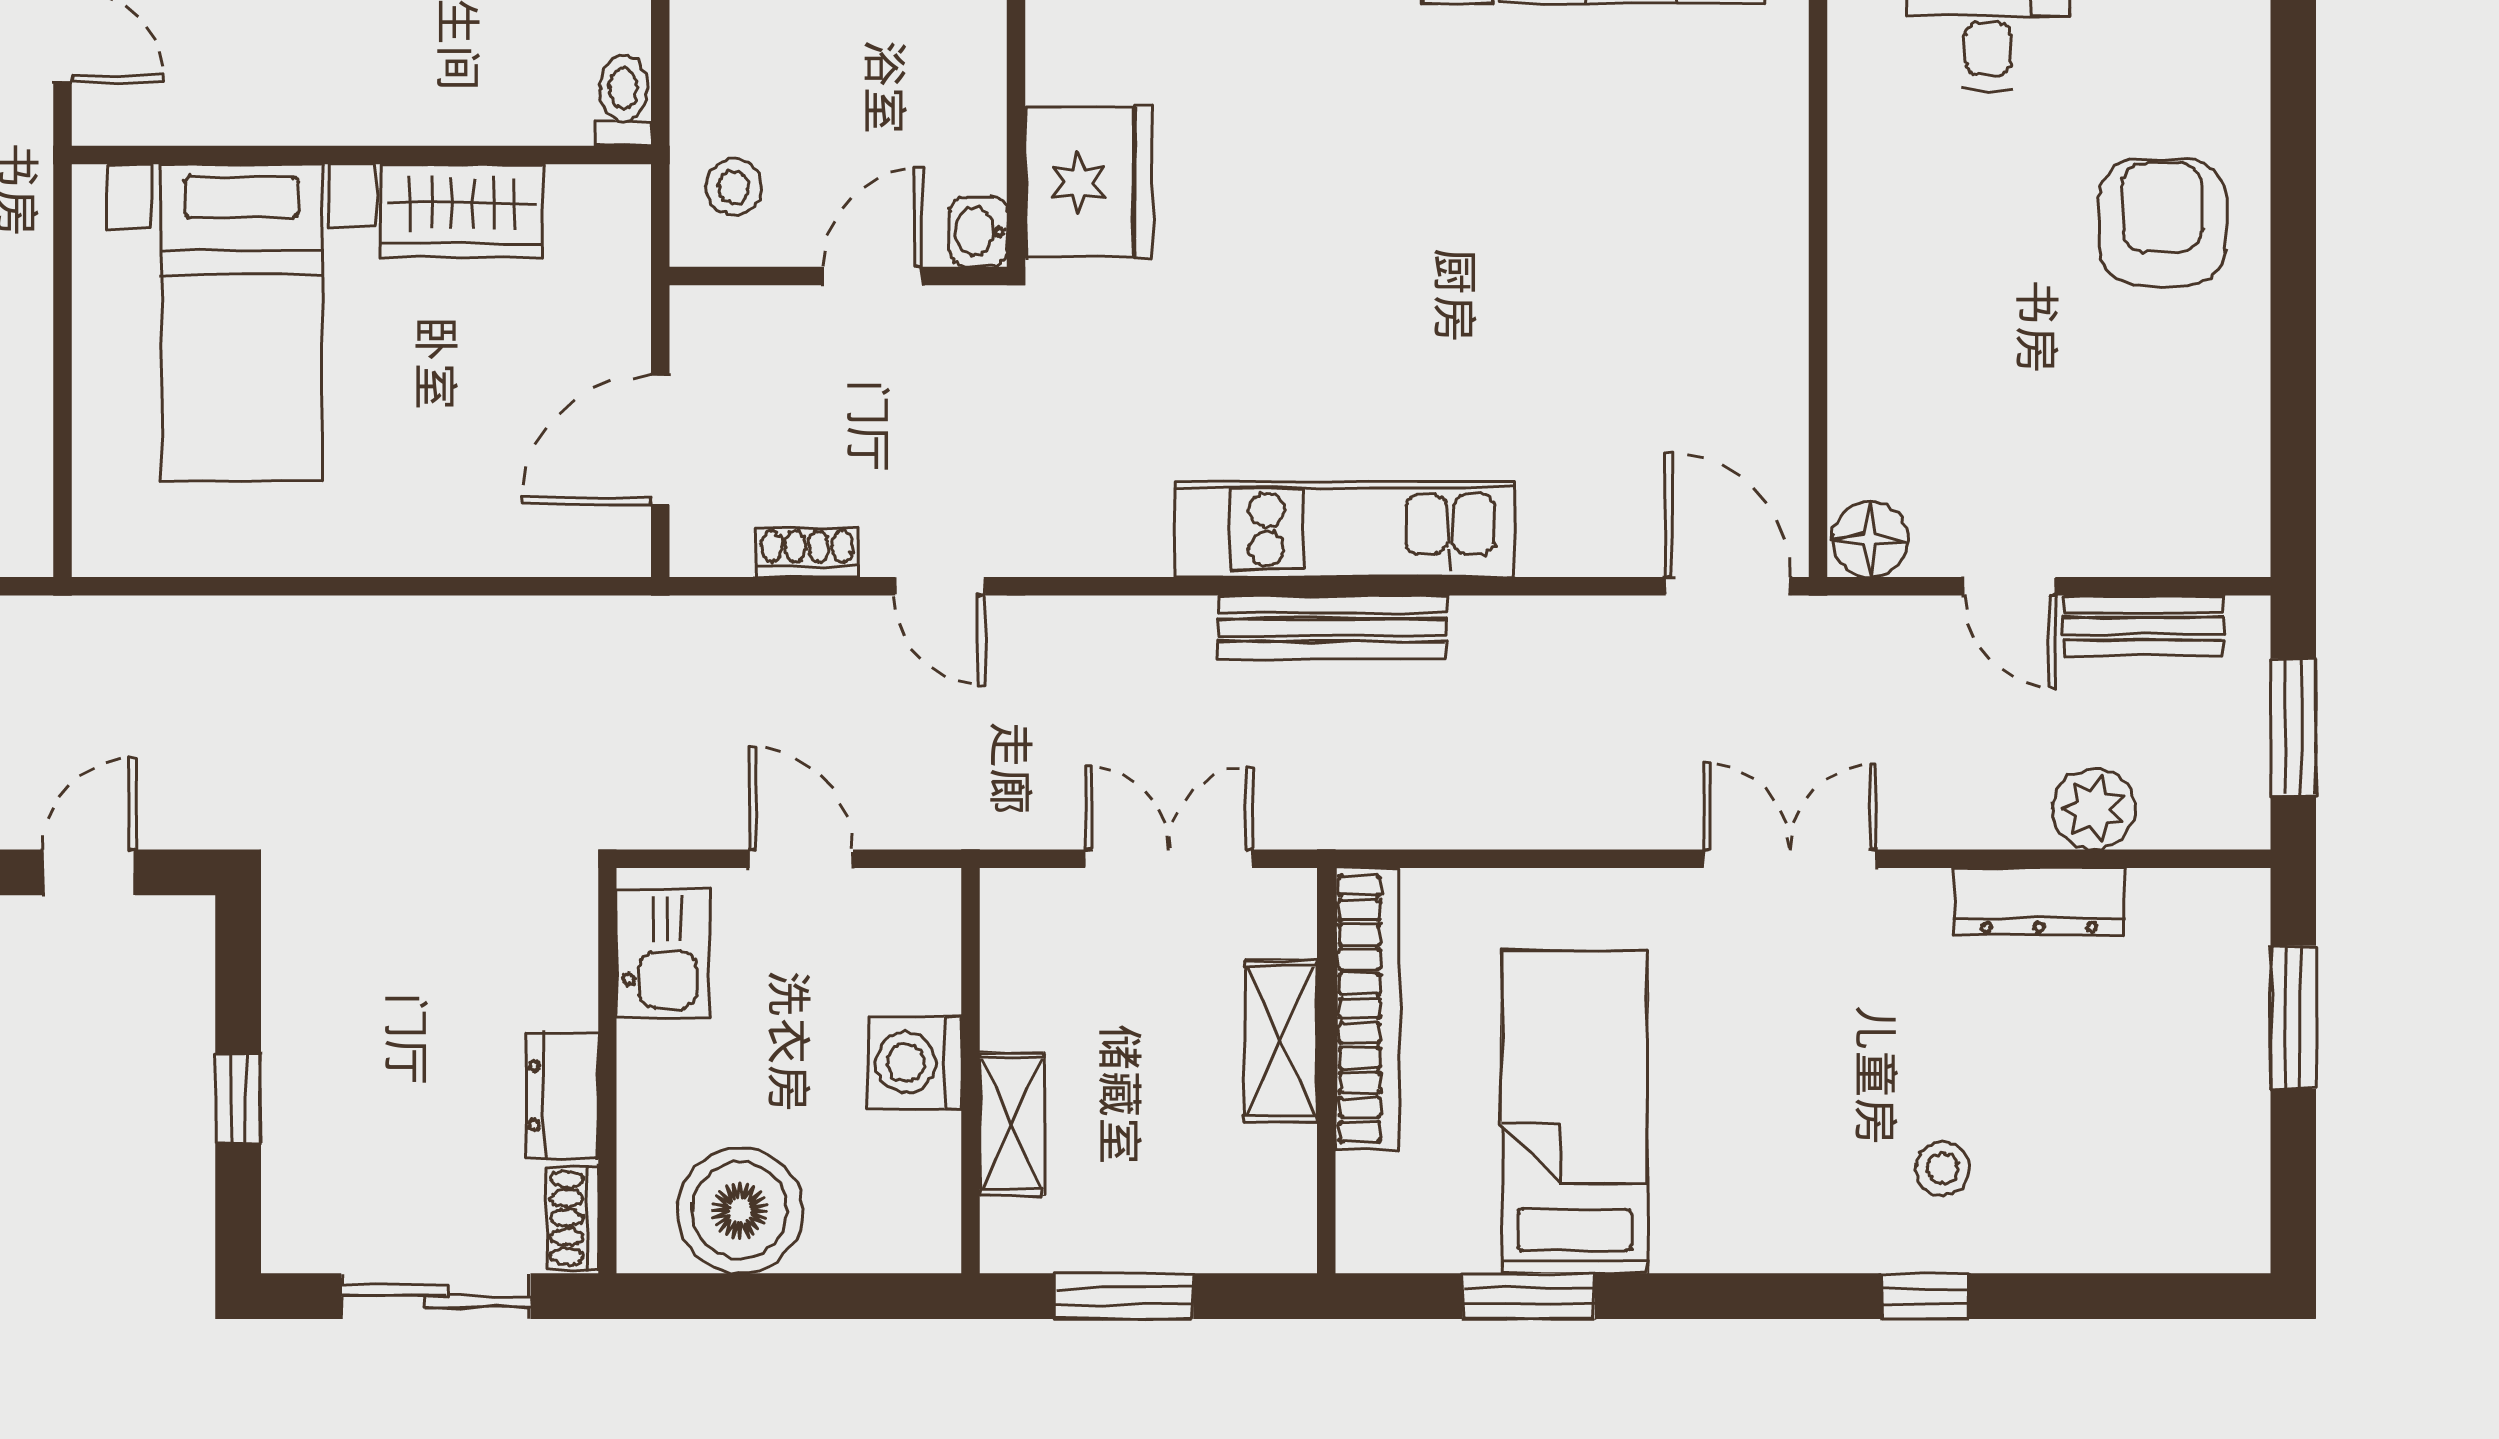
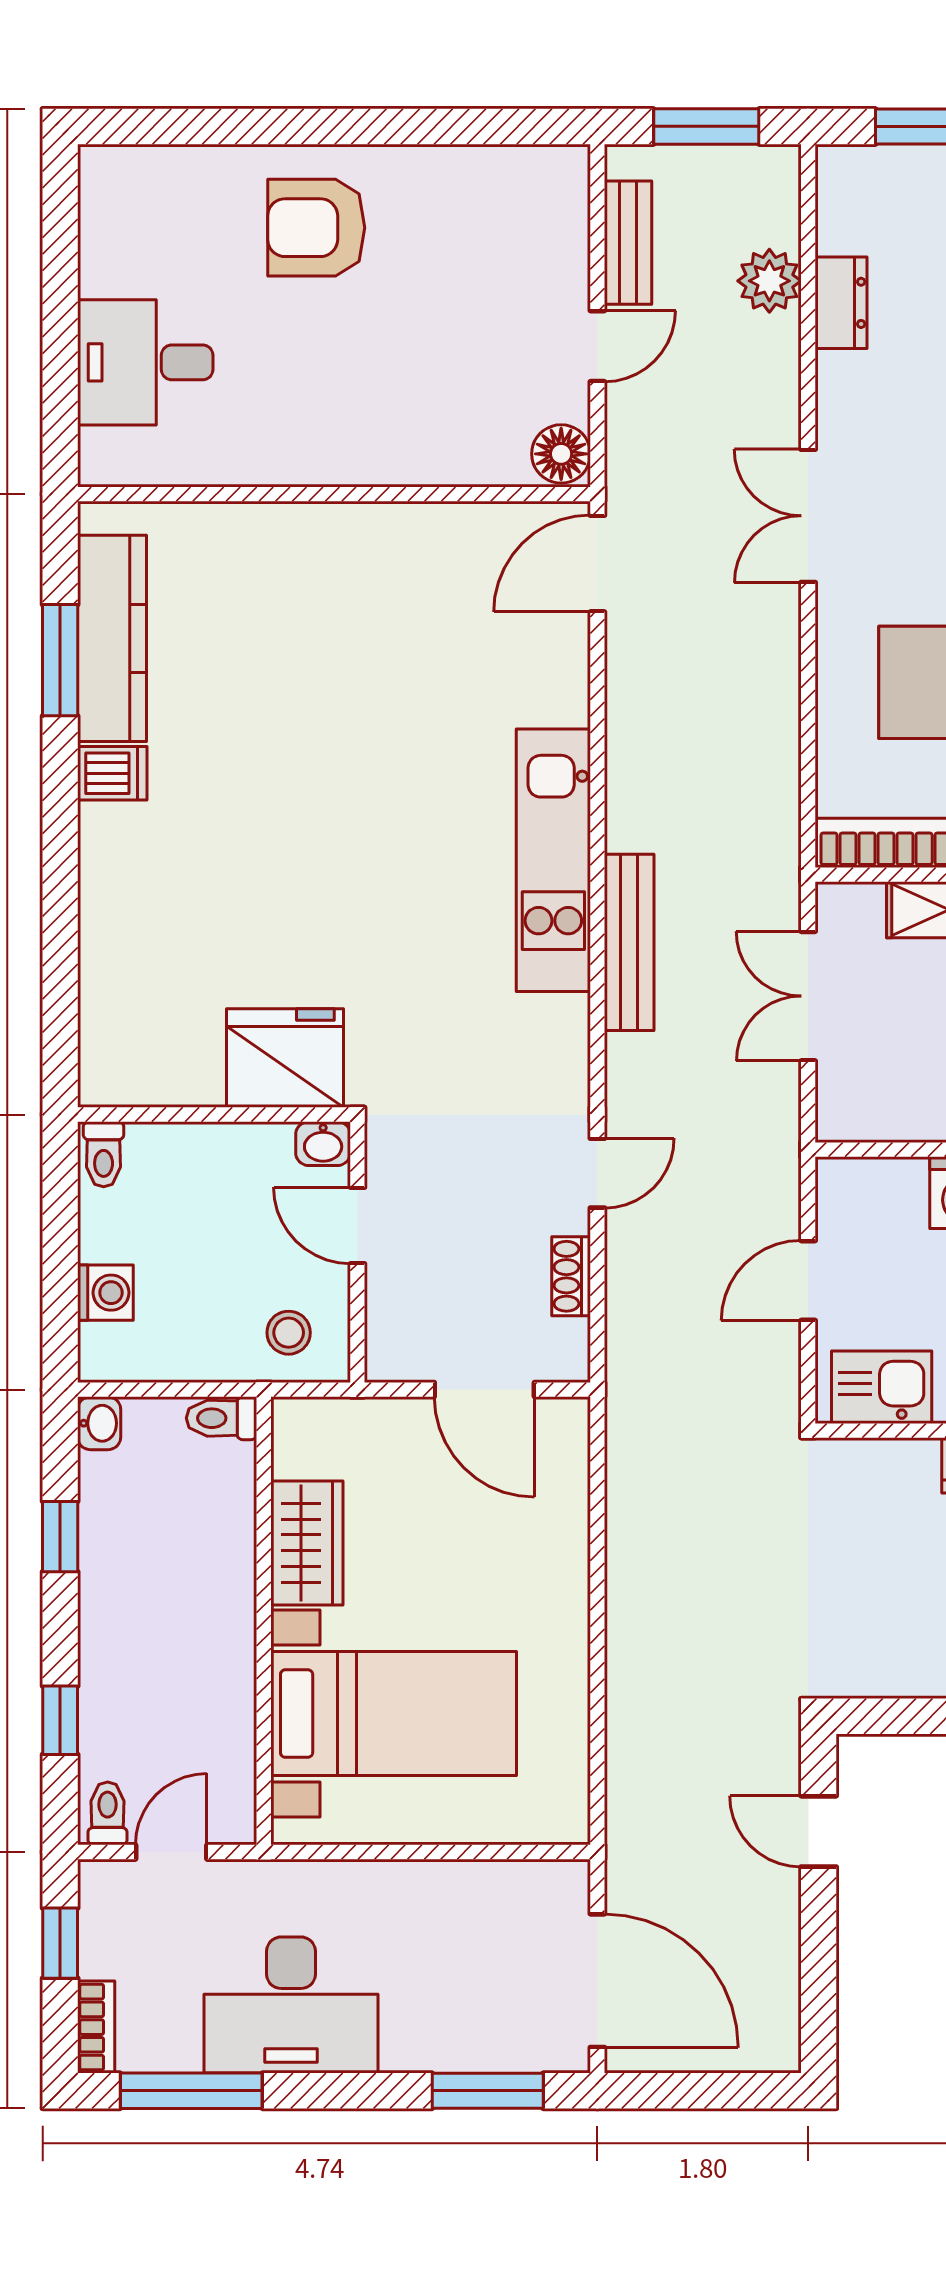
bench: (1332, 627) -> (629, 942), moved
dresser: (2039, 901) -> (841, 303), width x0.70

